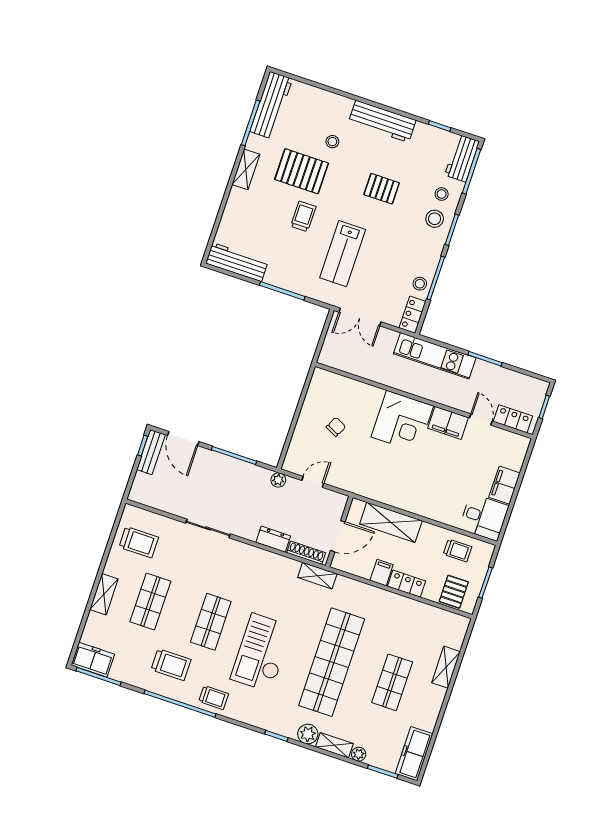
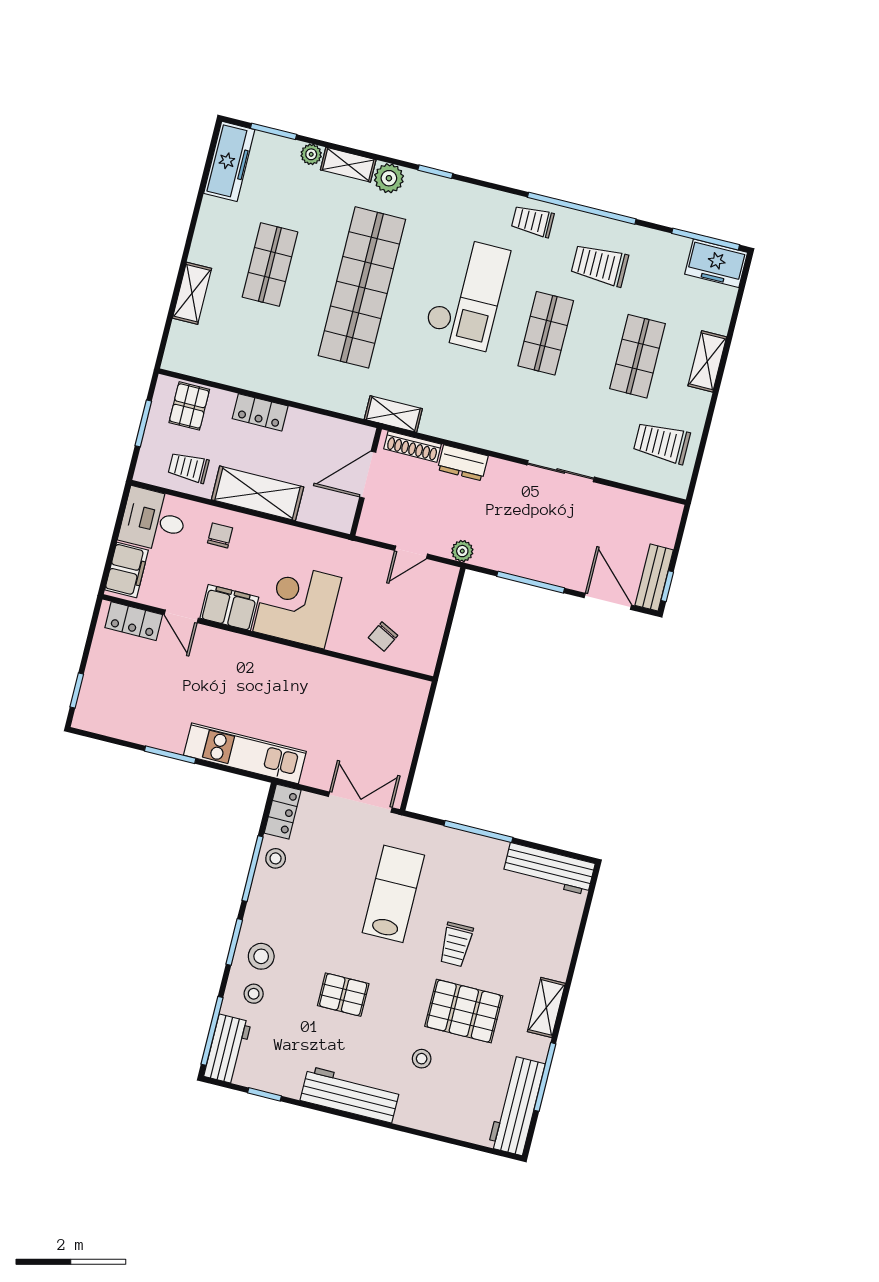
wall: (424, 401) -> (268, 638), moved
locker: (513, 419) -> (134, 621), moved
door: (481, 420) -> (181, 616), moved
corner desk: (402, 421) -> (297, 604), moved
filing cabinet: (448, 423) -> (229, 608), moved
chair: (440, 503) -> (220, 535), added
shelving: (391, 522) -> (258, 493), moved
filing cabinet: (382, 573) -> (298, 426), removed

